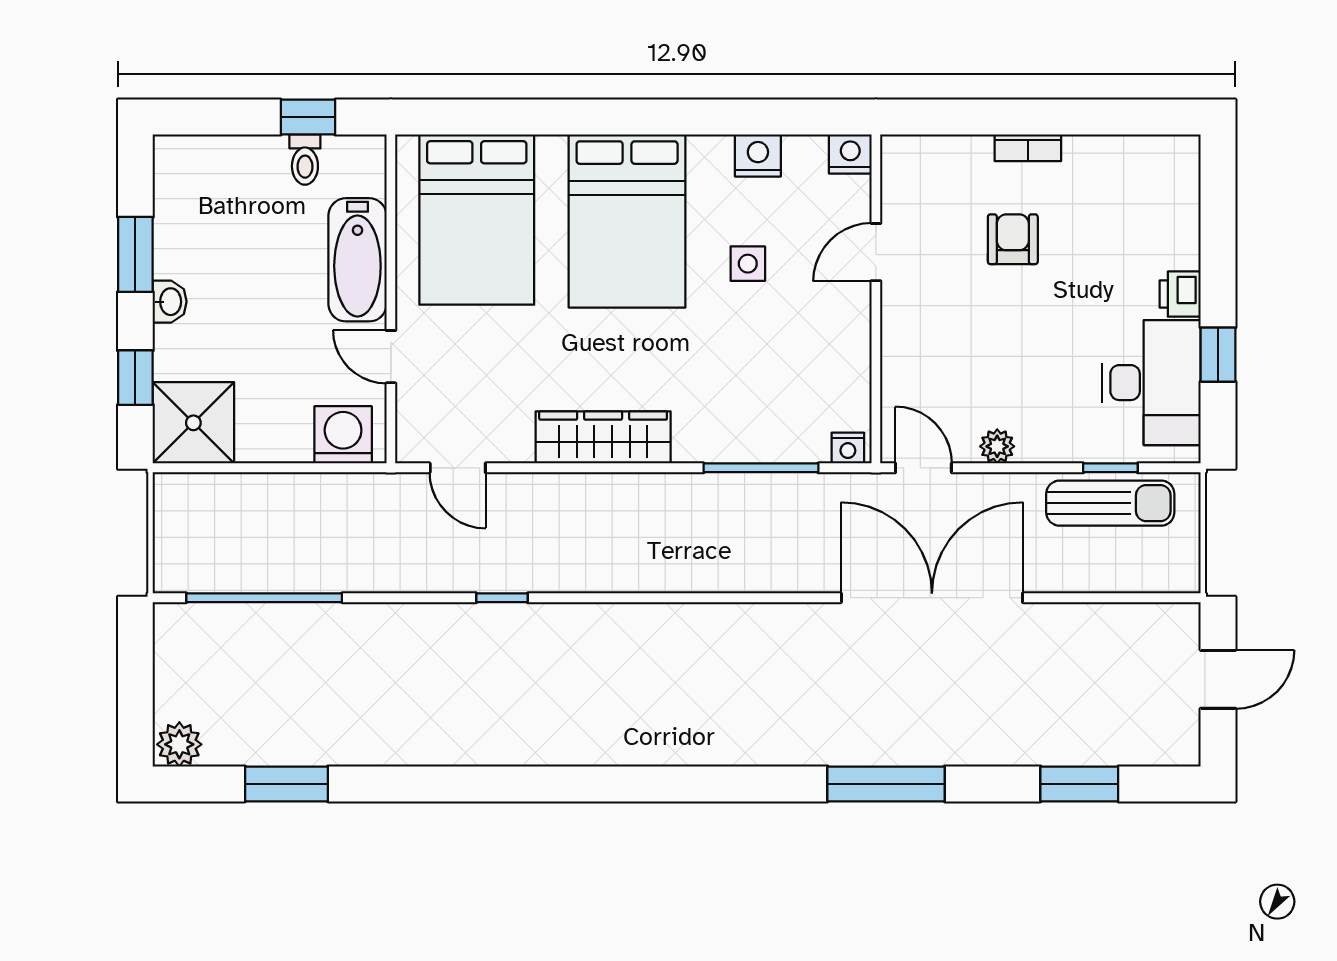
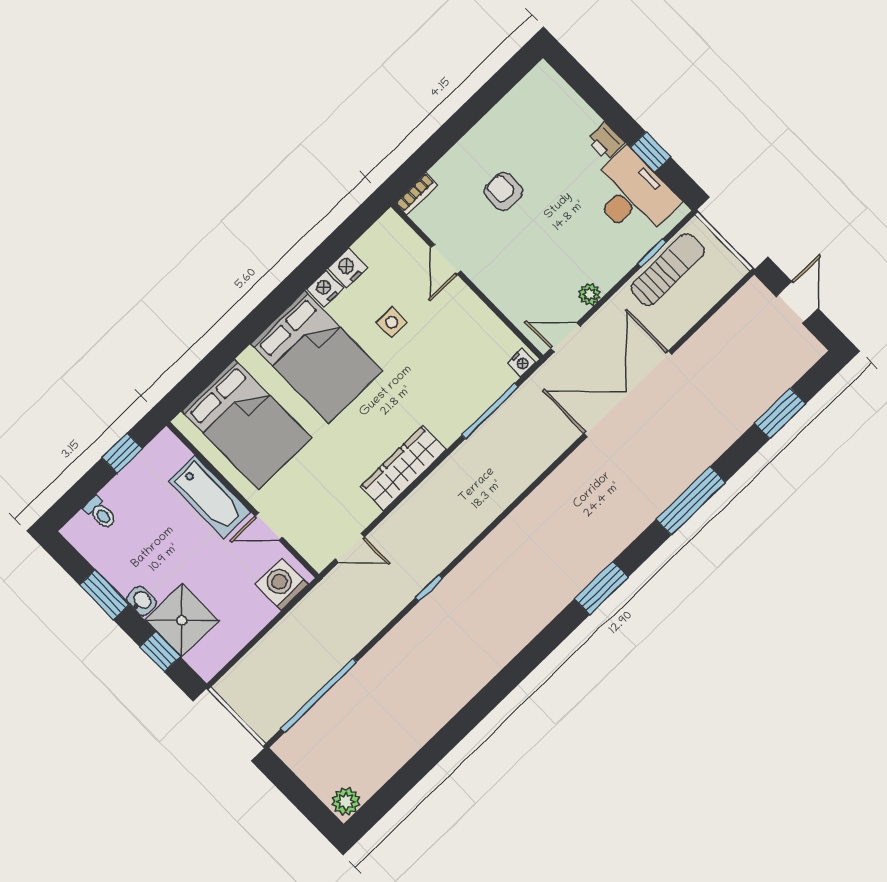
bookcase: (1028, 148) -> (416, 194), moved
nightstand: (850, 154) -> (325, 289), moved
toilet: (305, 160) -> (100, 513), moved
shower: (193, 423) -> (182, 620), moved
window: (286, 784) -> (601, 588), moved

